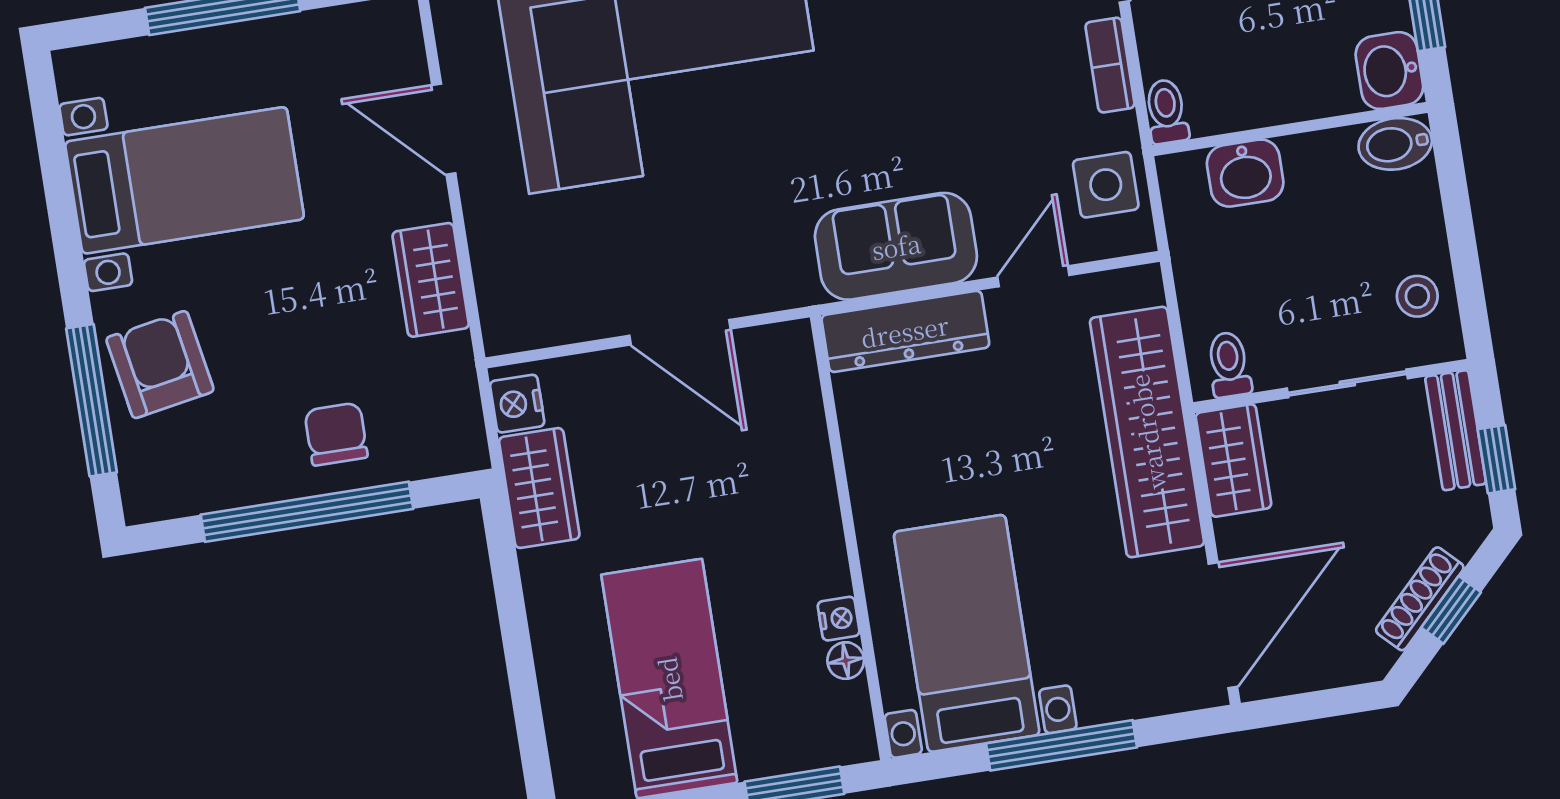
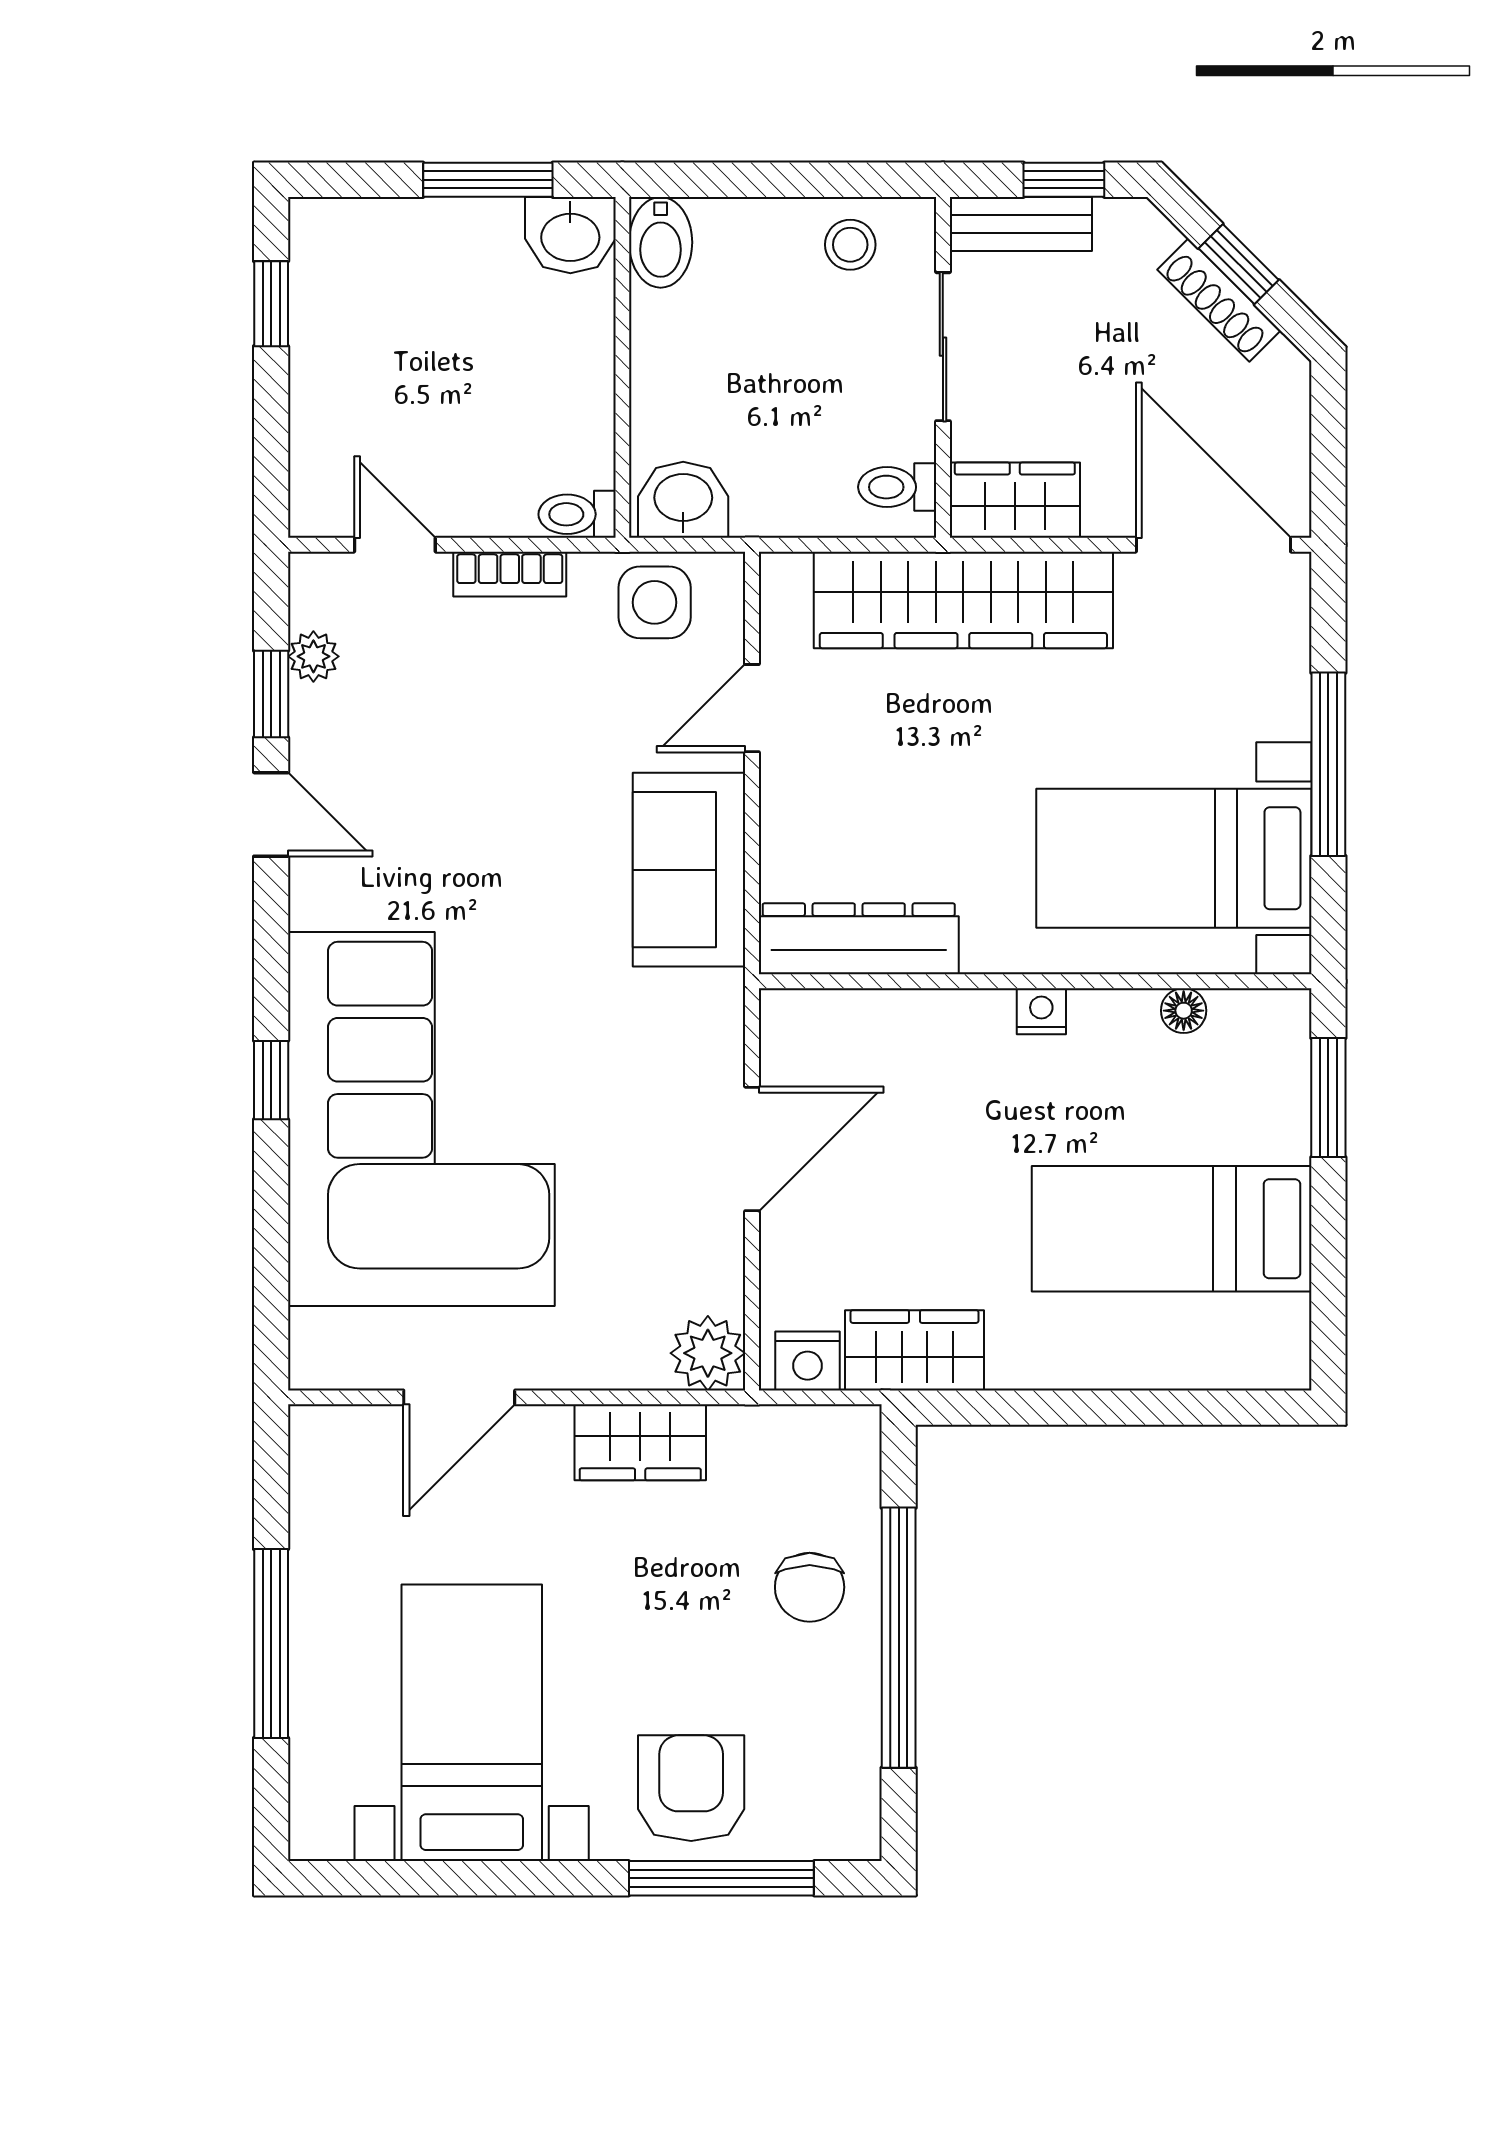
washbasin: (1245, 173) -> (683, 500), moved, turned -90
door: (1033, 276) -> (752, 708), hinge flipped
plant: (511, 323) -> (708, 1353), added
dresser: (905, 331) -> (859, 939), moved, turned -90
armchair: (160, 365) -> (691, 1788), turned 100
chair: (336, 434) -> (810, 1587), turned -90
nightstand: (839, 619) -> (1041, 1011), moved

